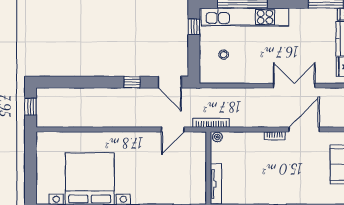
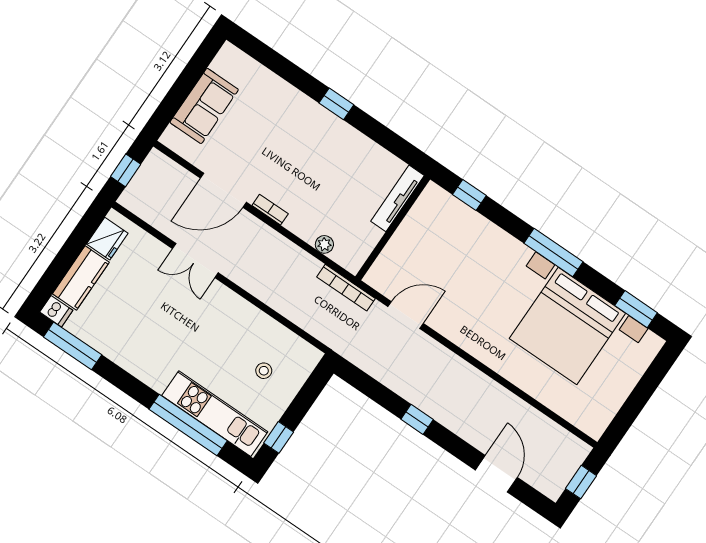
kitchen unit: (245, 17) -> (215, 414), width x0.73
door: (170, 82) -> (496, 474), moved
double door: (294, 86) -> (195, 261), width x0.73
plant: (217, 137) -> (324, 244), moved

